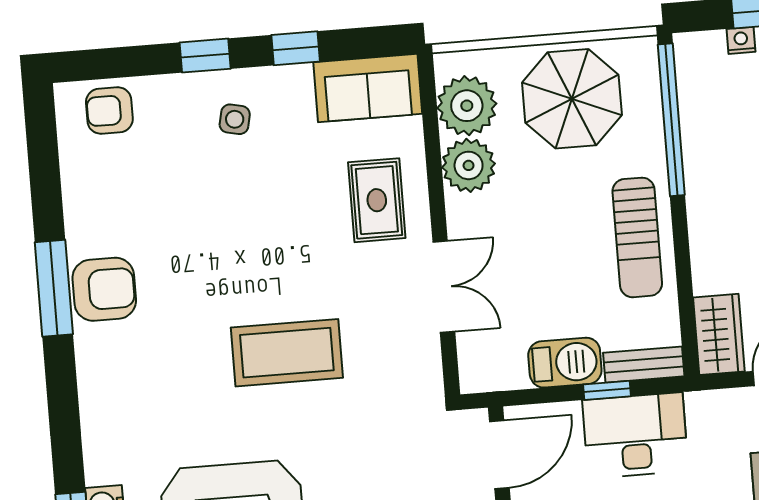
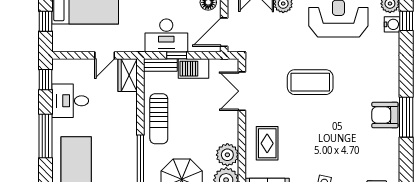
sun lounger: (637, 237) -> (159, 119), turned 180
double door: (444, 287) -> (242, 91), moved

